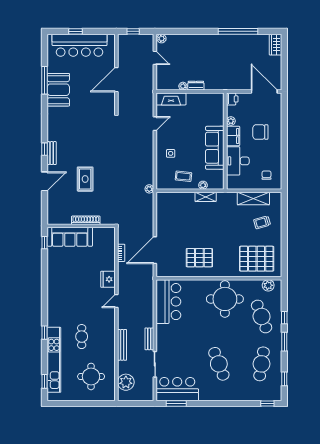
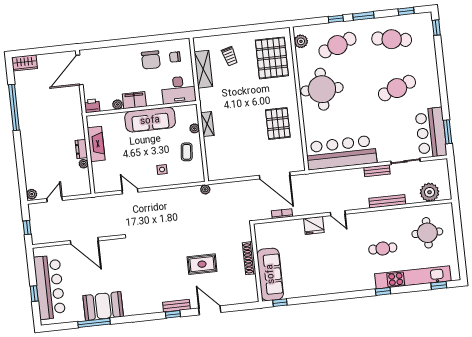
fireplace: (171, 99) -> (96, 144), moved
chair: (260, 132) -> (151, 60), moved
desk: (238, 161) -> (179, 90), moved
bar counter: (168, 302) -> (341, 153), width x1.36

